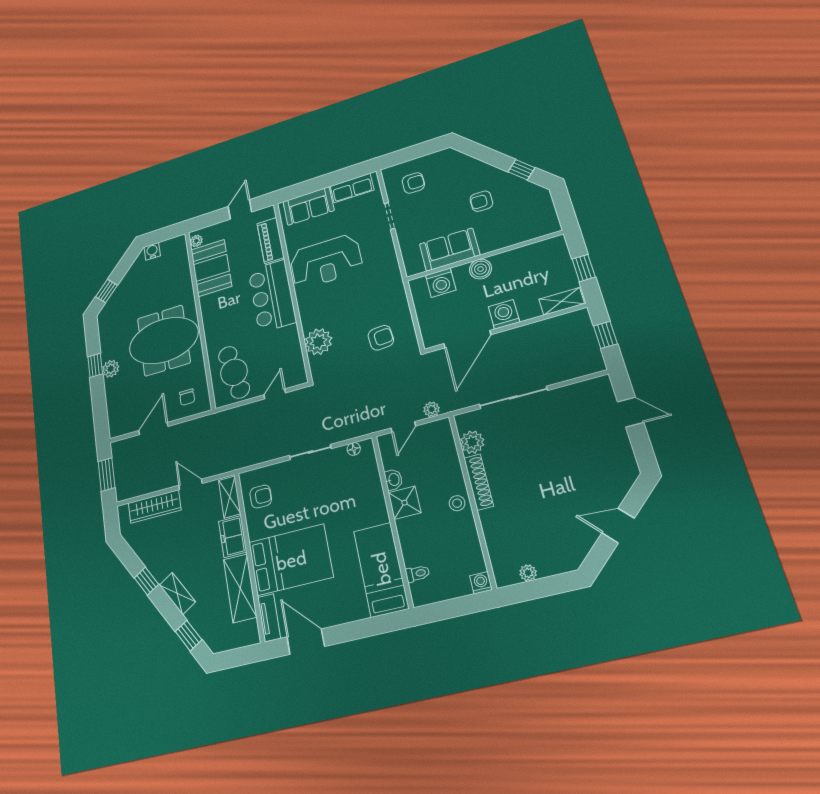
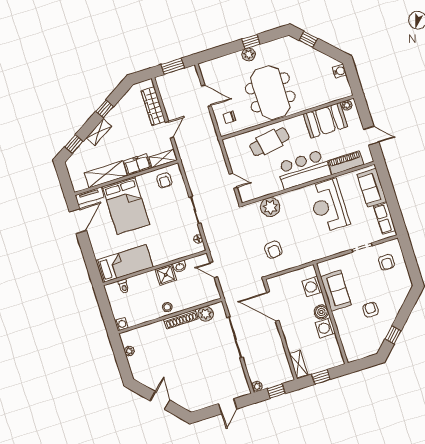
washing machine: (504, 314) -> (325, 328), moved, turned 180
cafe table: (234, 372) -> (269, 142), moved
plant: (432, 409) -> (257, 386), moved

